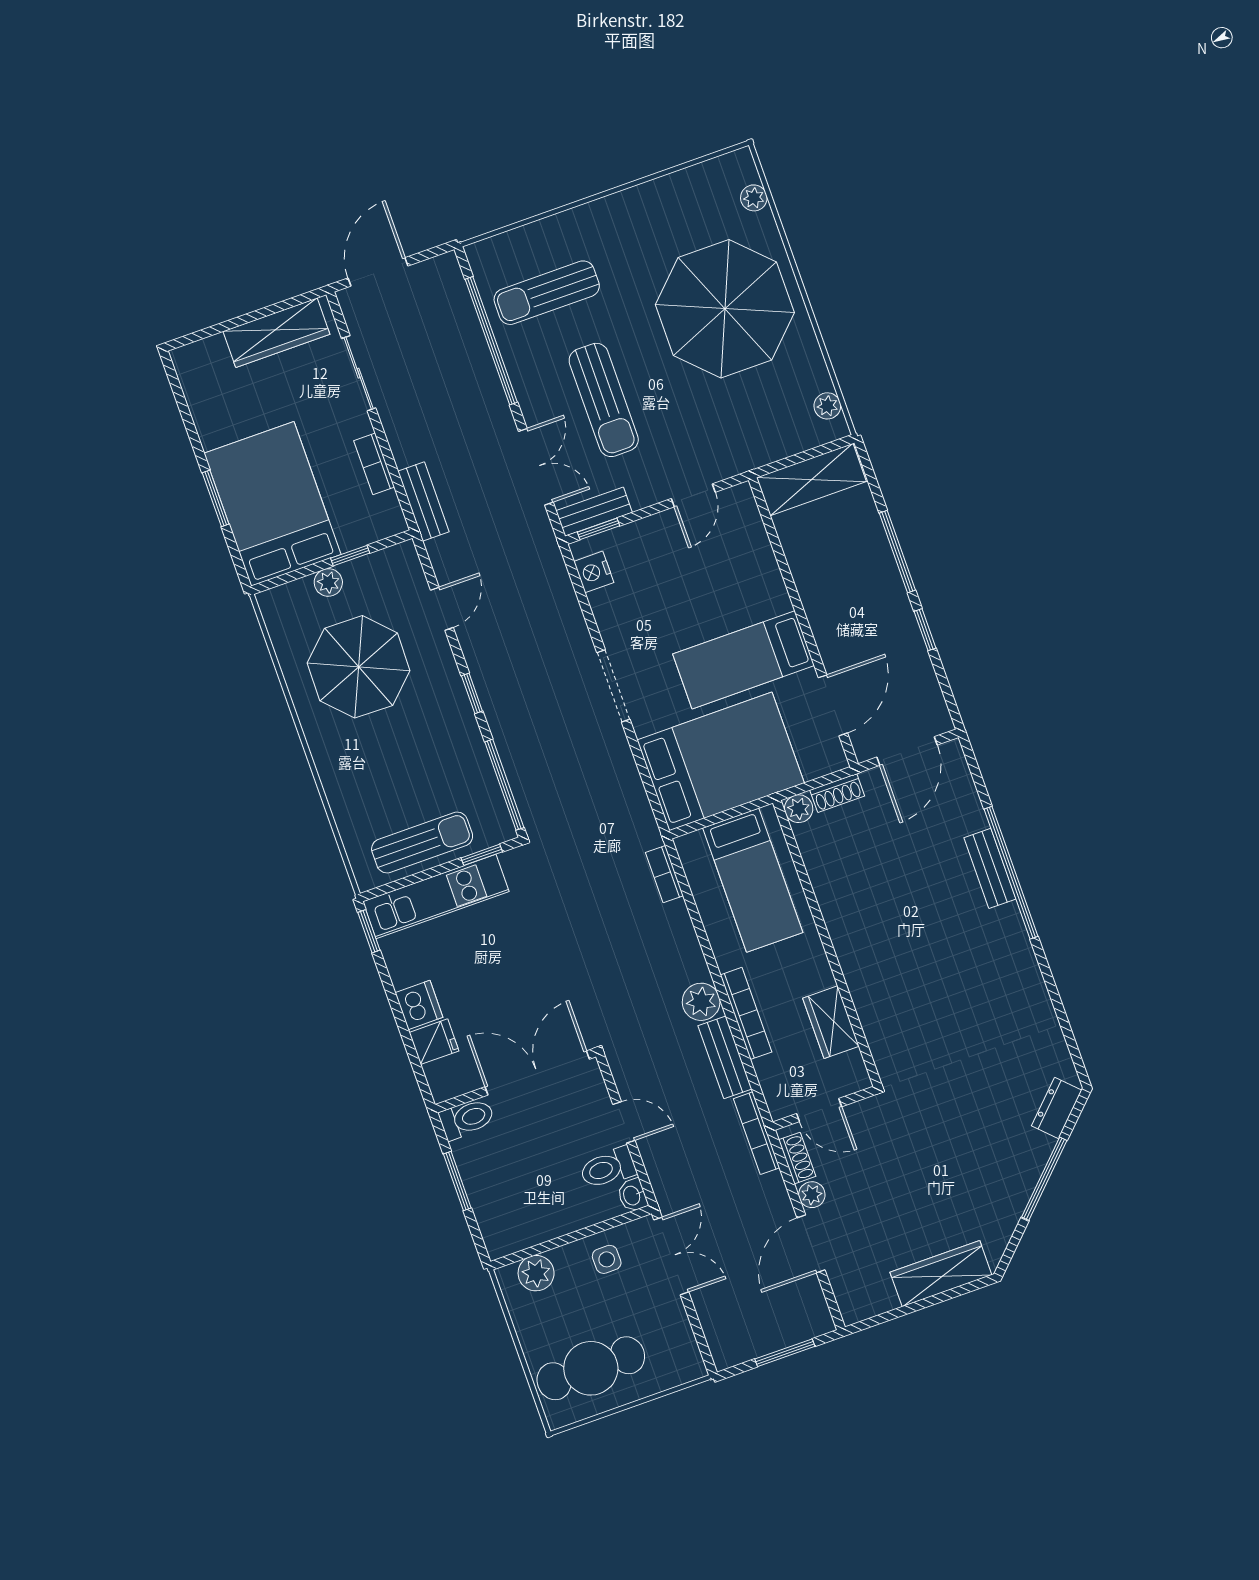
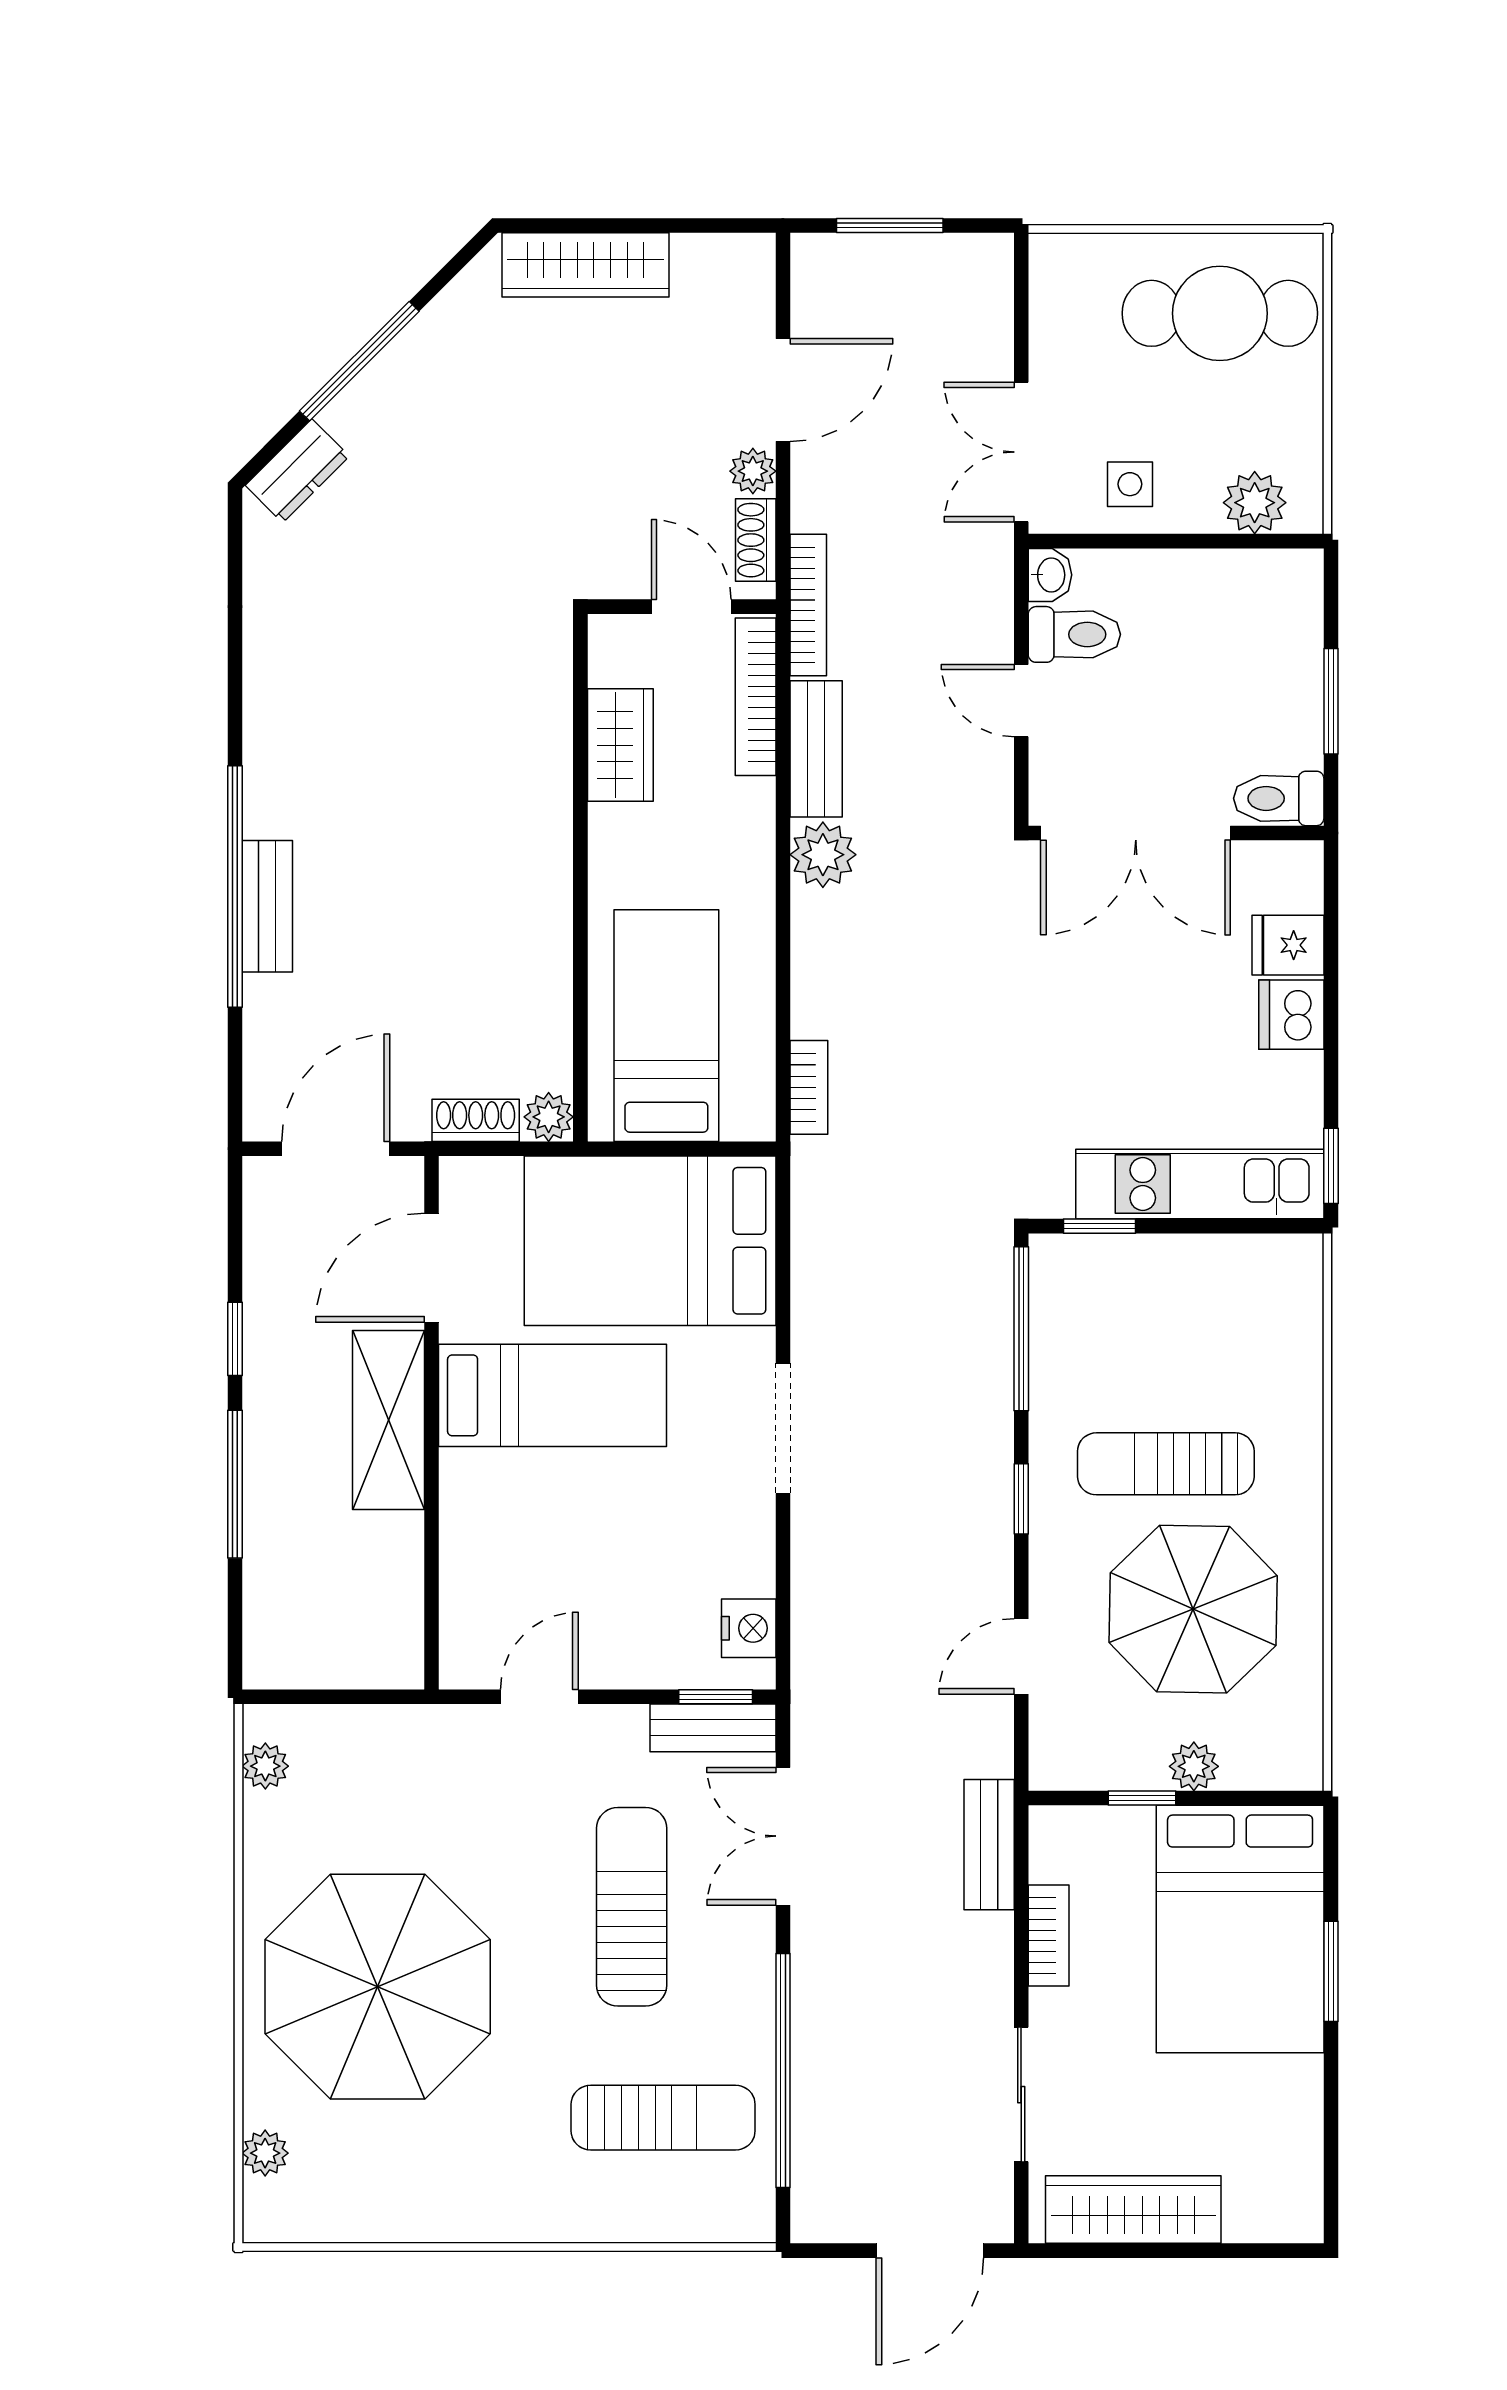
shelving: (811, 480) -> (388, 1420), moved, turned 90
sun lounger: (422, 843) -> (1166, 1464), moved
bookcase: (746, 1013) -> (756, 697), moved

